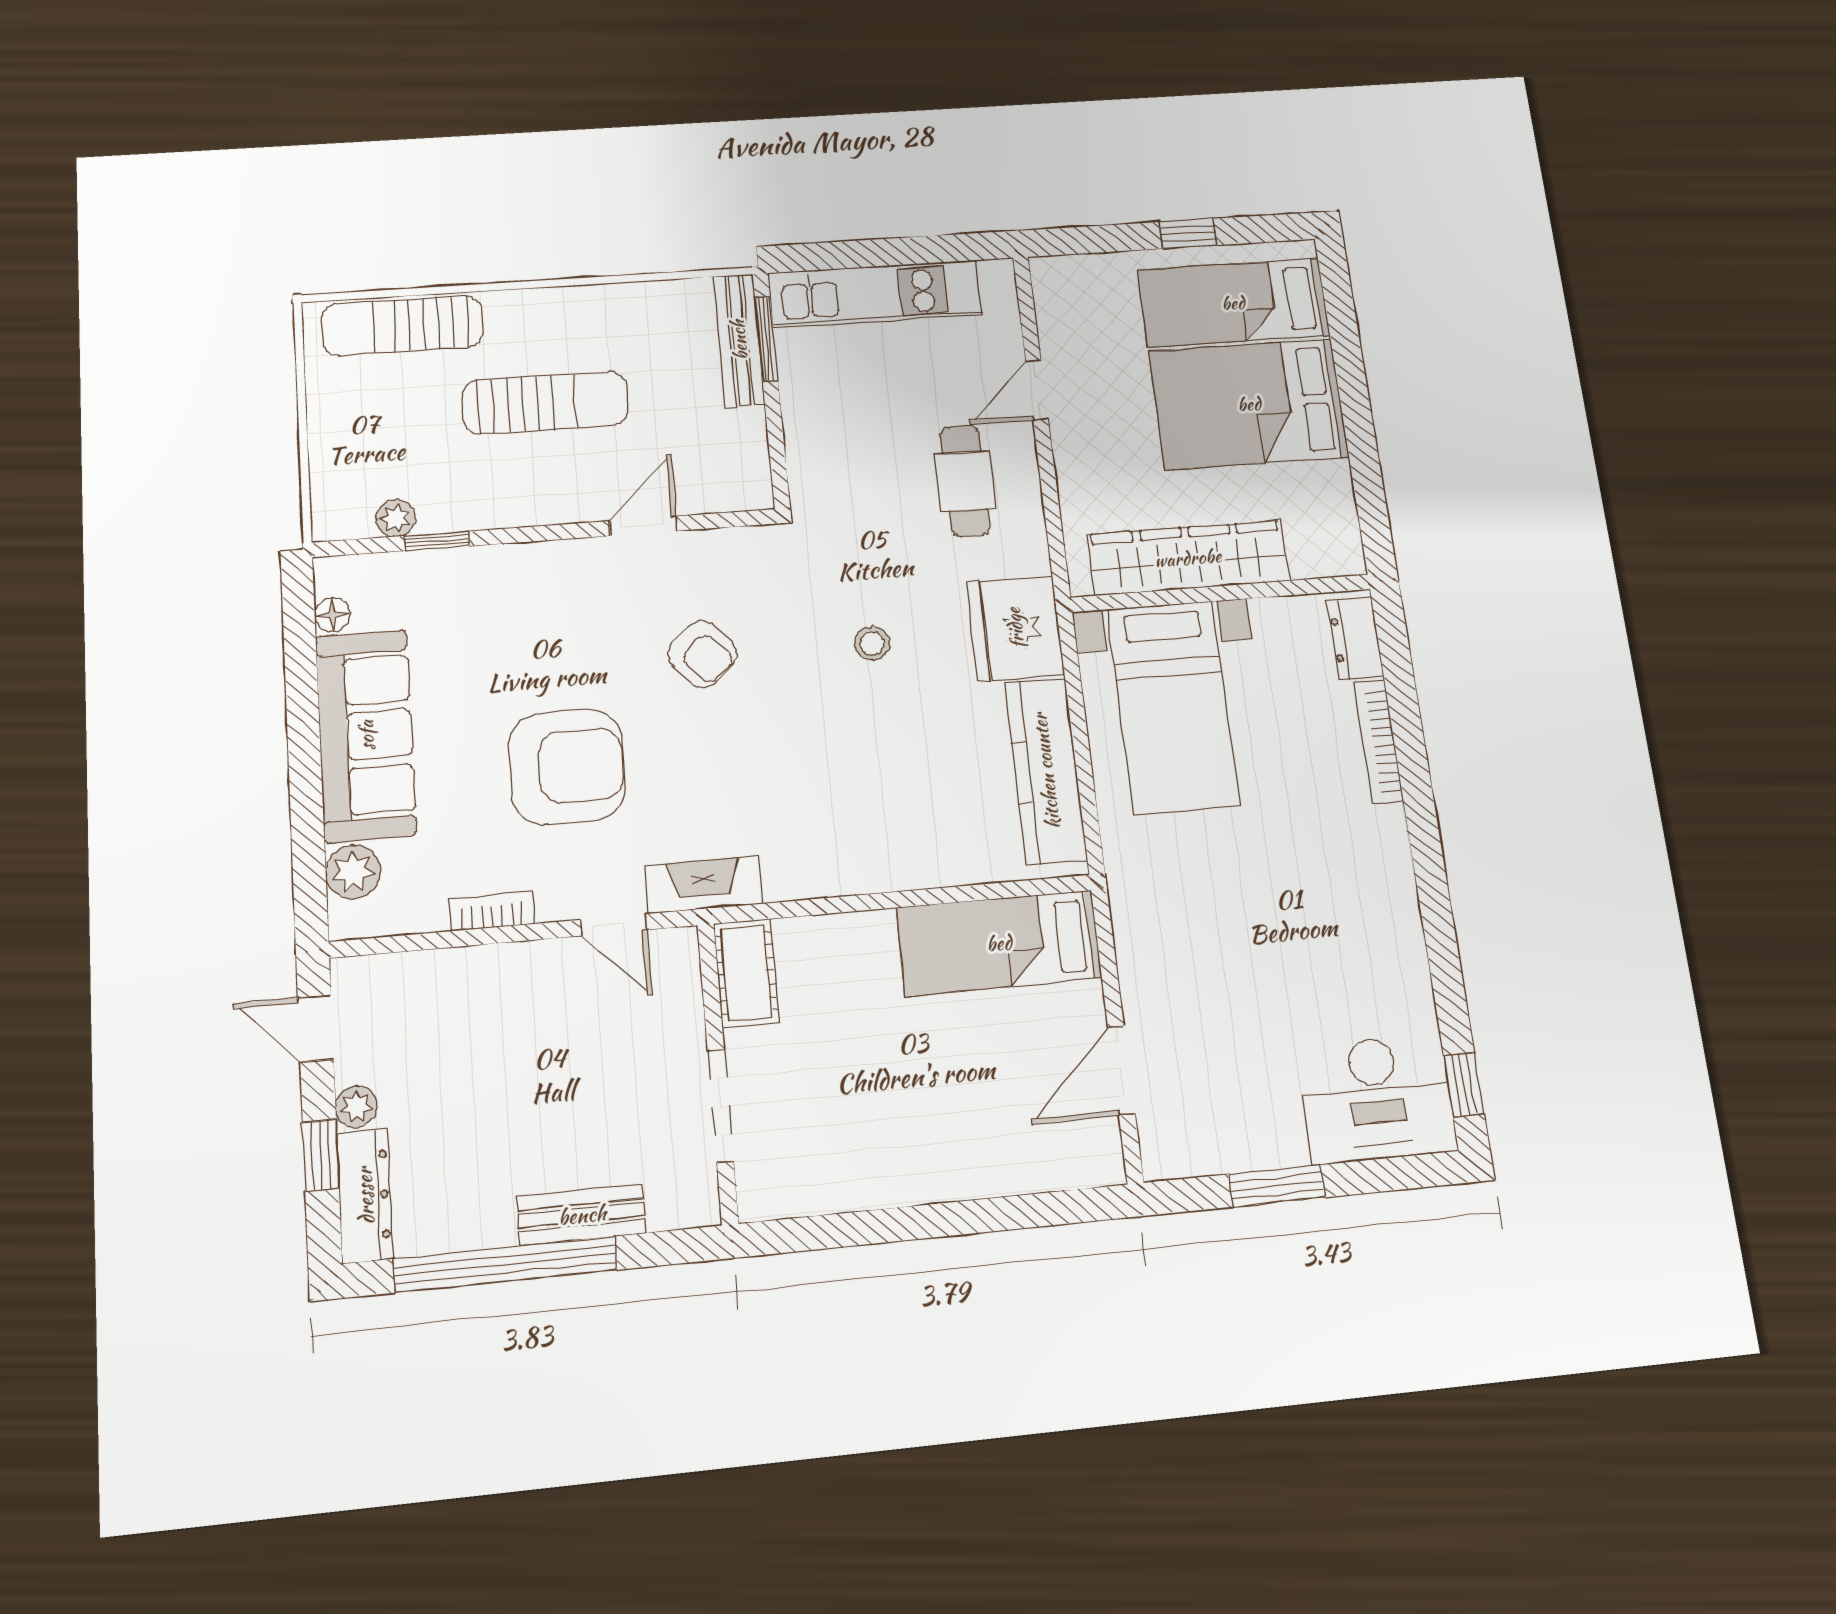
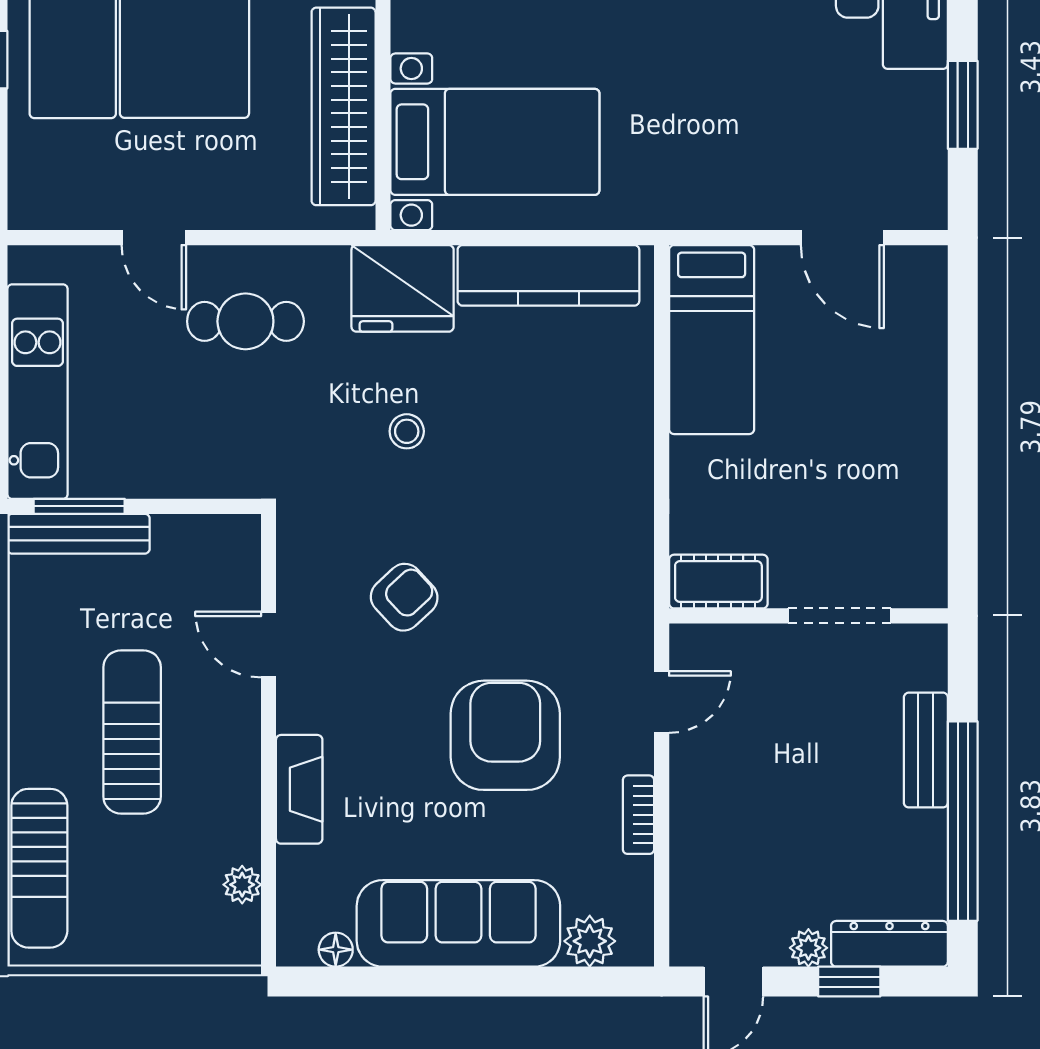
window: (437, 541) -> (269, 846), removed
fireplace: (704, 885) -> (299, 789), moved, turned 180

